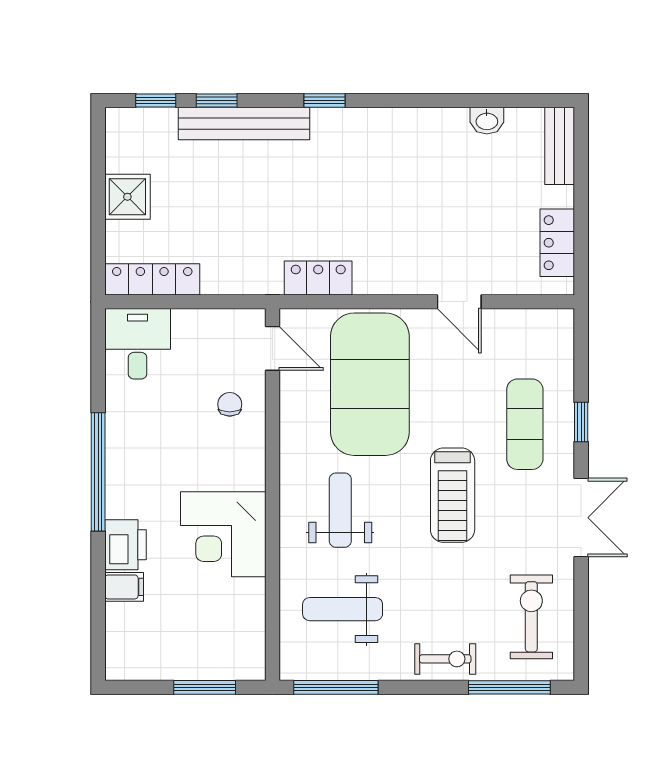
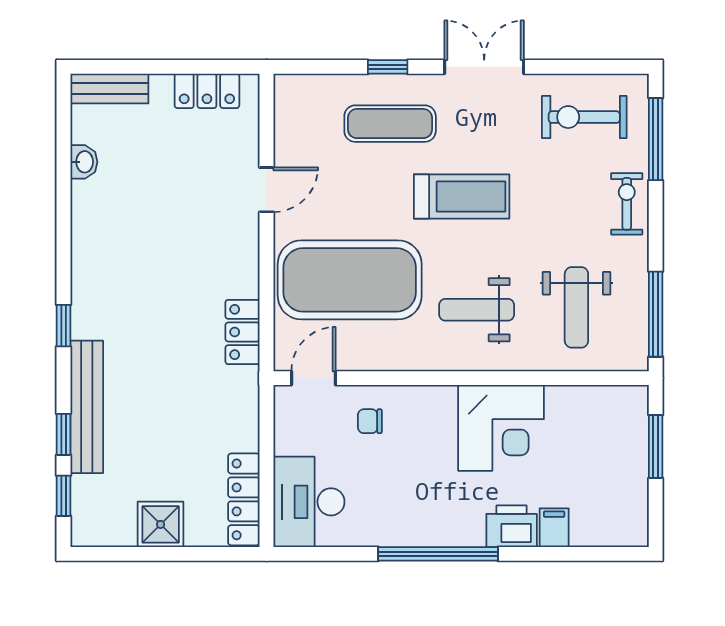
desk: (138, 344) -> (309, 502), width x1.37

